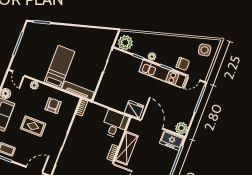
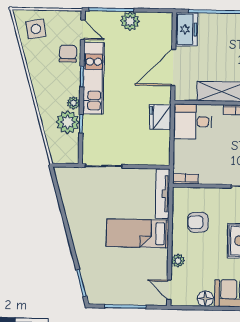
plant: (125, 43) -> (68, 122), moved
door: (19, 74) -> (169, 290), swing flipped
fridge: (134, 109) -> (160, 117), moved
plant: (181, 128) -> (130, 21), moved

